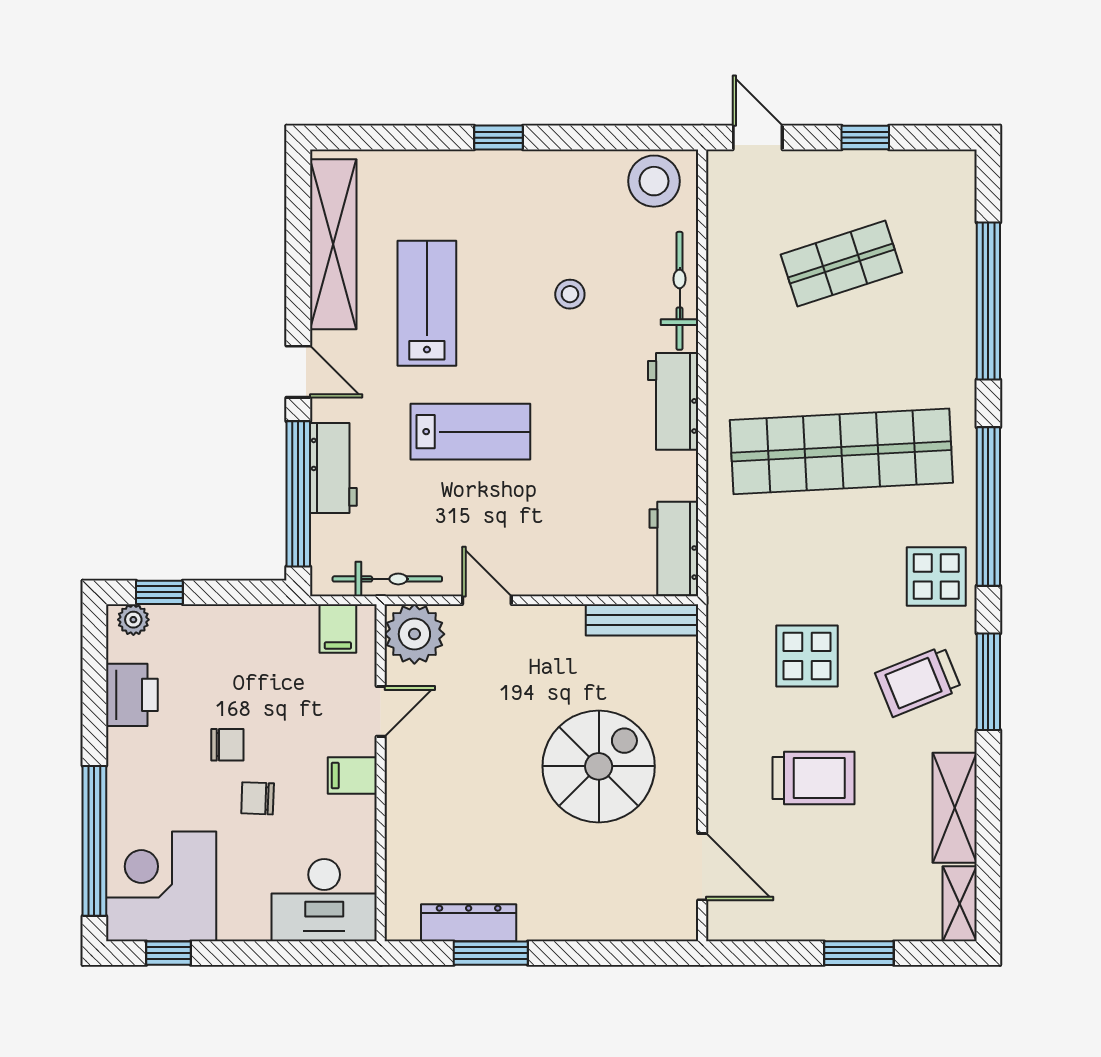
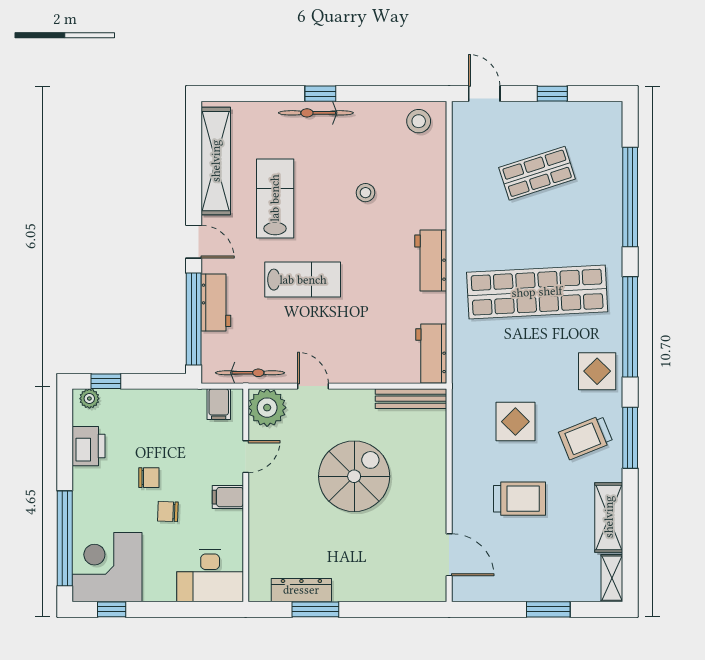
stool: (654, 181) -> (419, 121), width x0.73, depth x0.73
bicycle: (680, 291) -> (316, 113), moved, turned -90
spiral stairs: (599, 766) -> (354, 476), moved

